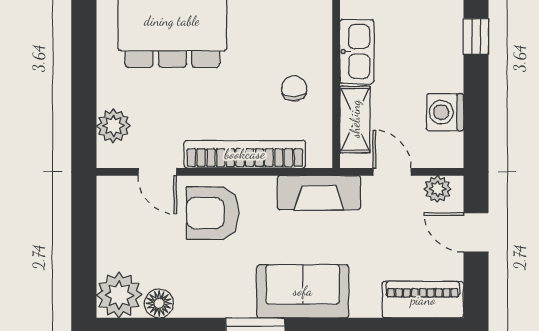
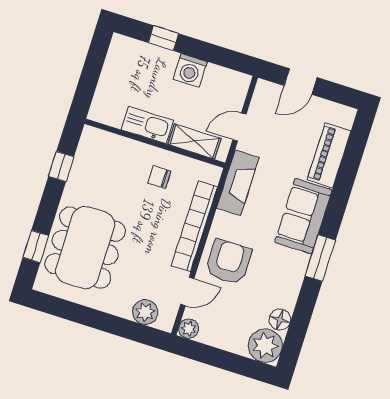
washing machine: (445, 112) -> (190, 70), moved
plant: (438, 189) -> (189, 329), moved
armchair: (213, 213) -> (228, 262), turned 180
piano: (423, 300) -> (329, 155), moved

